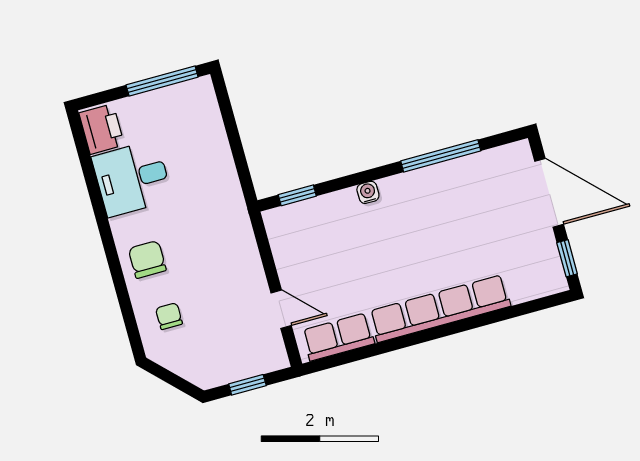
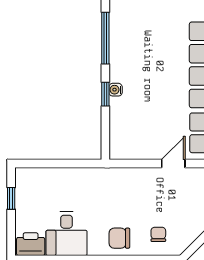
window: (162, 81) -> (11, 198), width x0.46
window: (297, 195) -> (105, 94), moved
chair: (169, 316) -> (158, 234), turned 90

